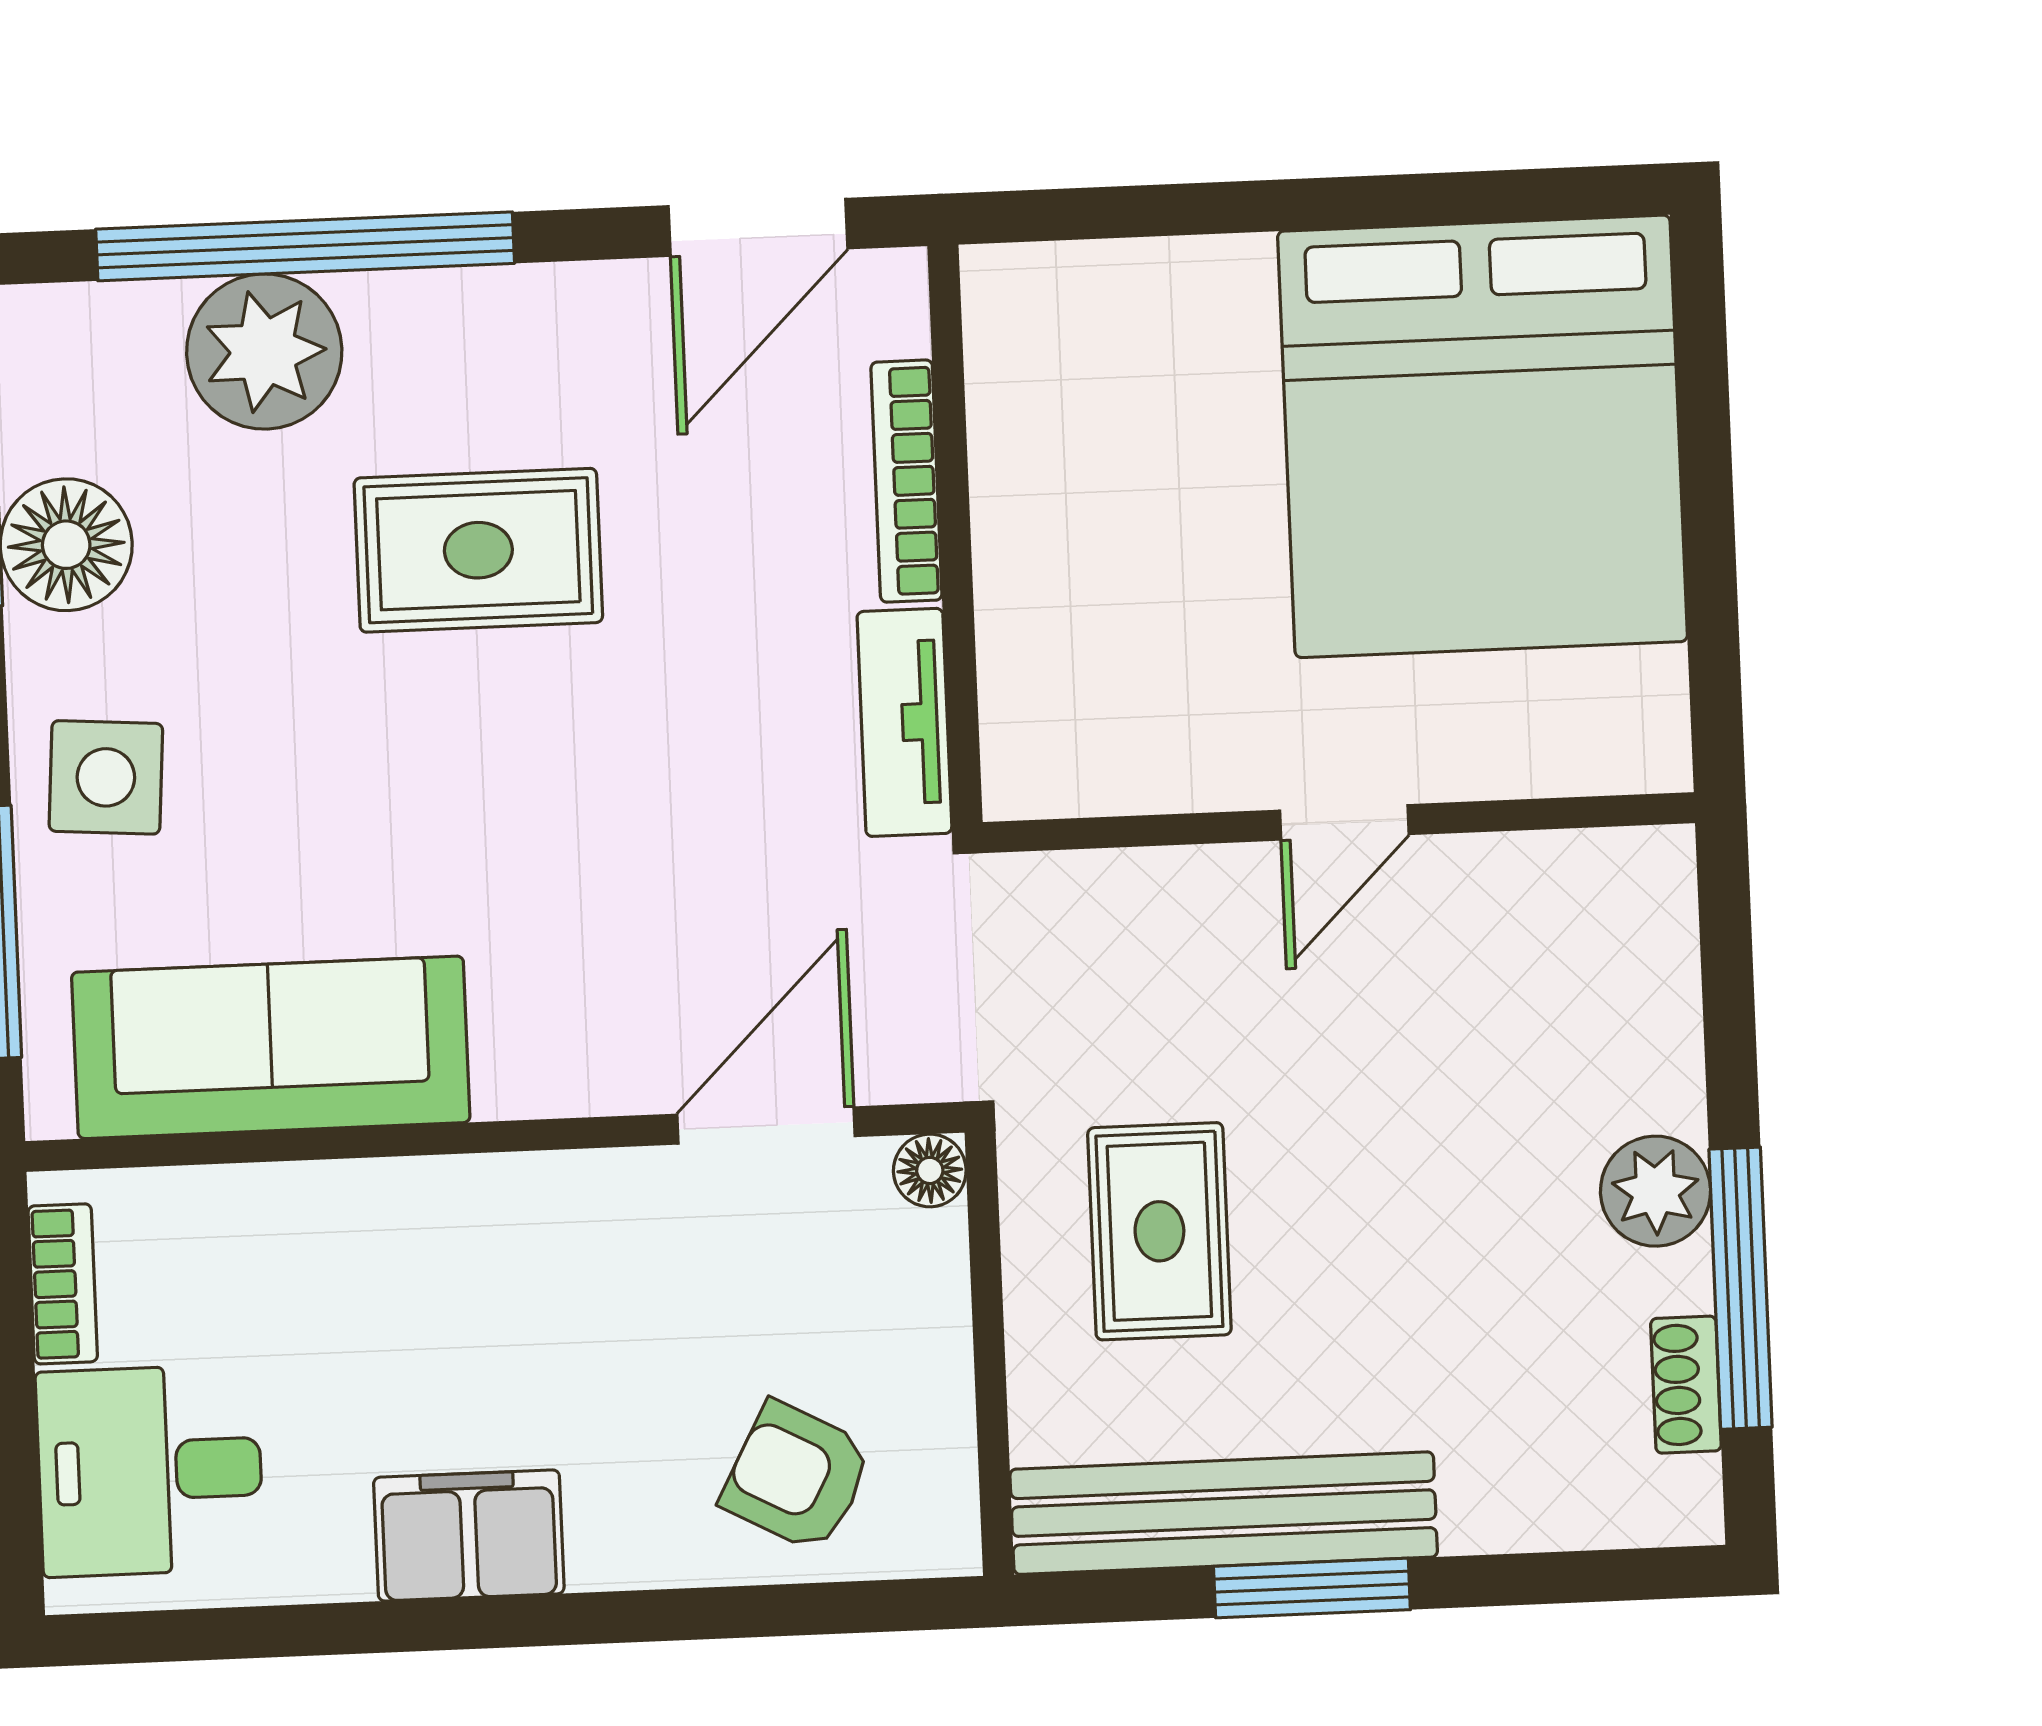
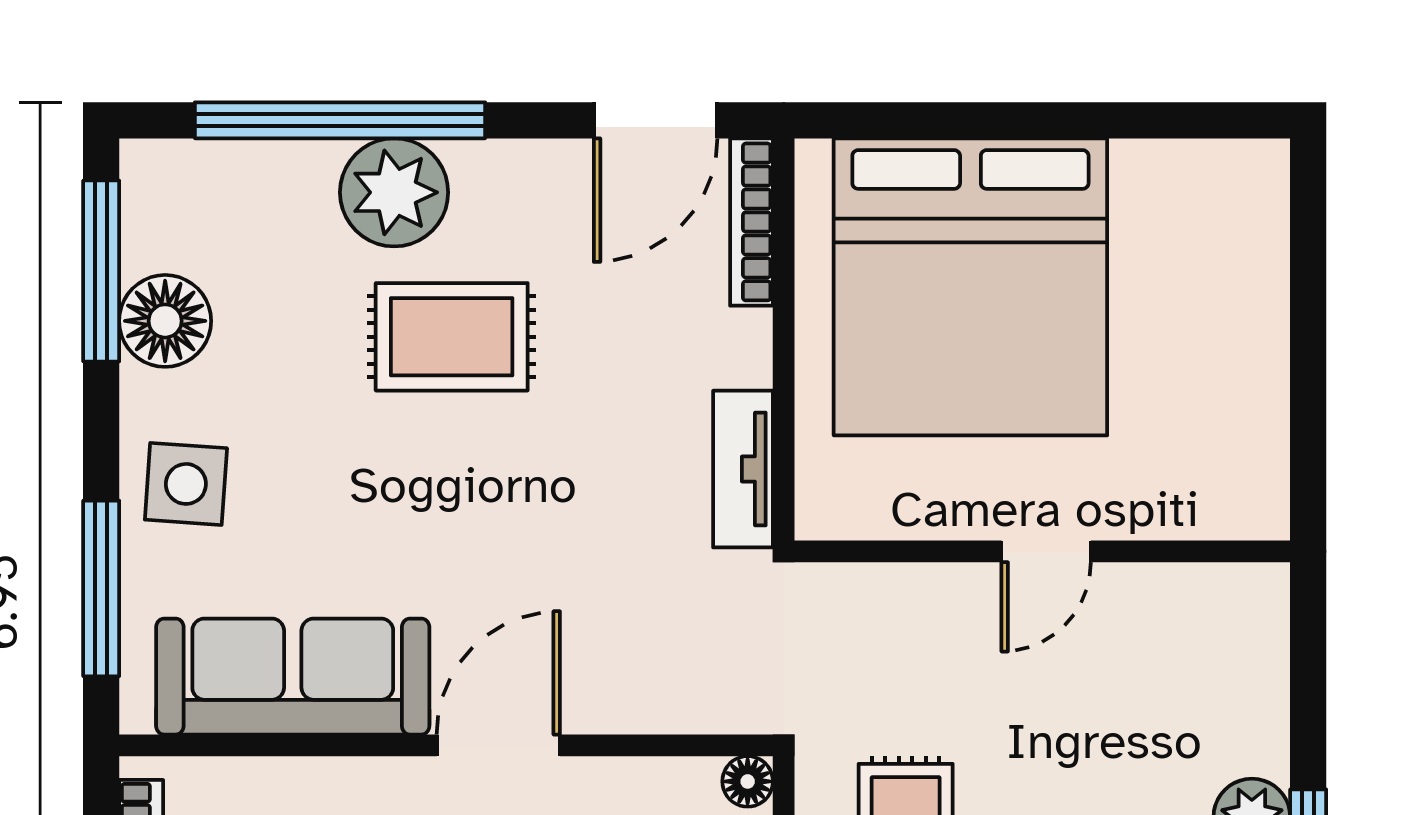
plant: (264, 352) -> (394, 192), moved
bed: (1482, 436) -> (970, 287), moved
bookcase: (906, 481) -> (751, 222), moved
door: (766, 1125) -> (498, 745), moved

